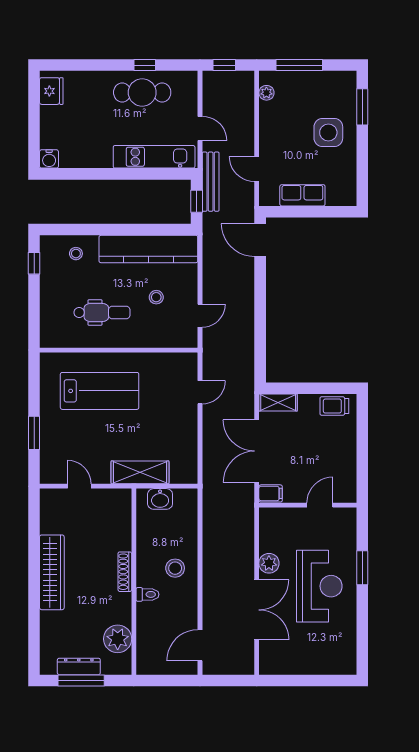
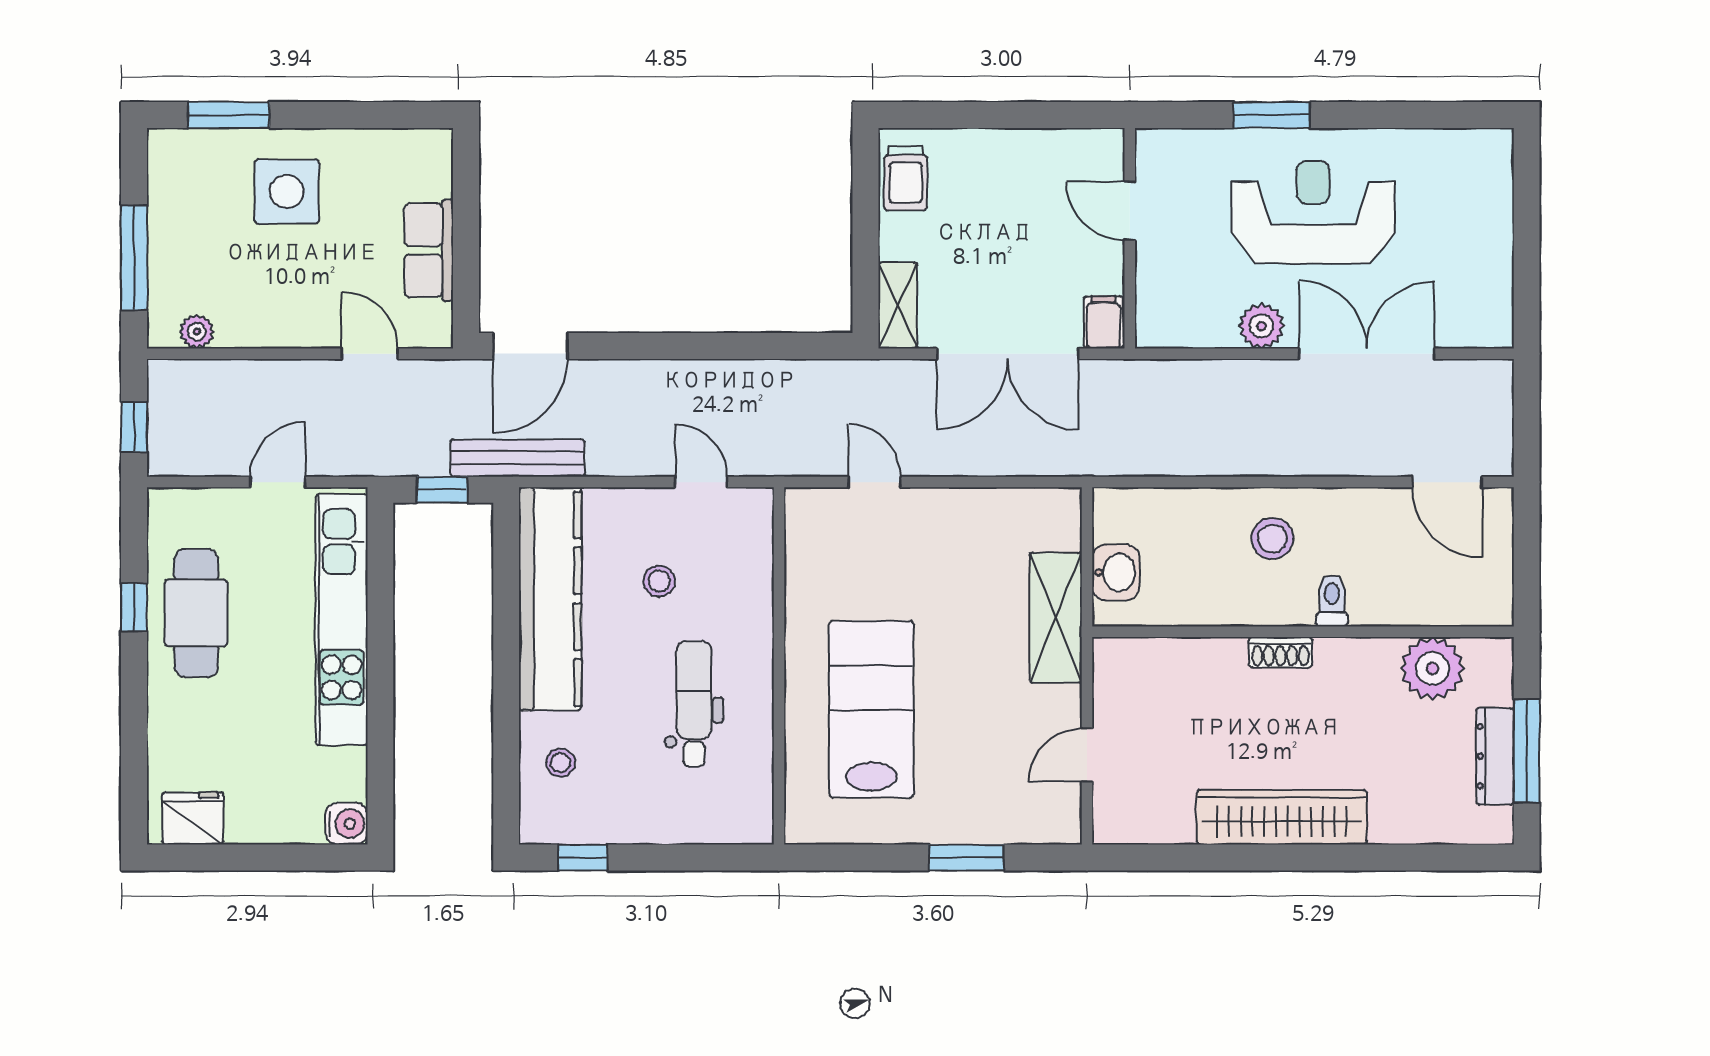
kitchen unit: (154, 157) -> (342, 620), width x1.36
door: (257, 169) -> (370, 354), swing flipped
bench: (211, 182) -> (517, 458), moved
shoe rack: (125, 572) -> (1280, 652), width x0.70

